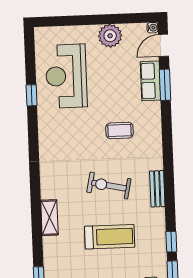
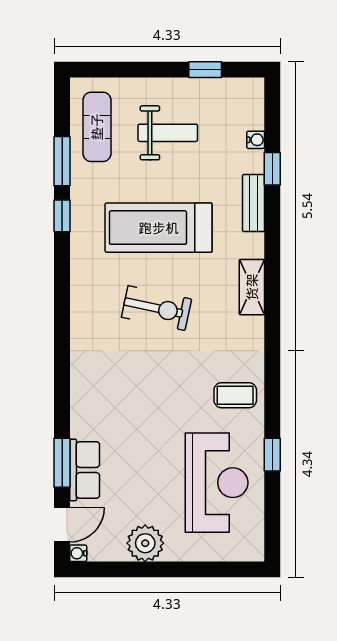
coffee table: (119, 130) -> (235, 395), moved
bench: (157, 189) -> (254, 203), moved
shelving: (49, 218) -> (252, 287), moved
treadmill: (110, 237) -> (159, 228), width x1.37, depth x1.38

